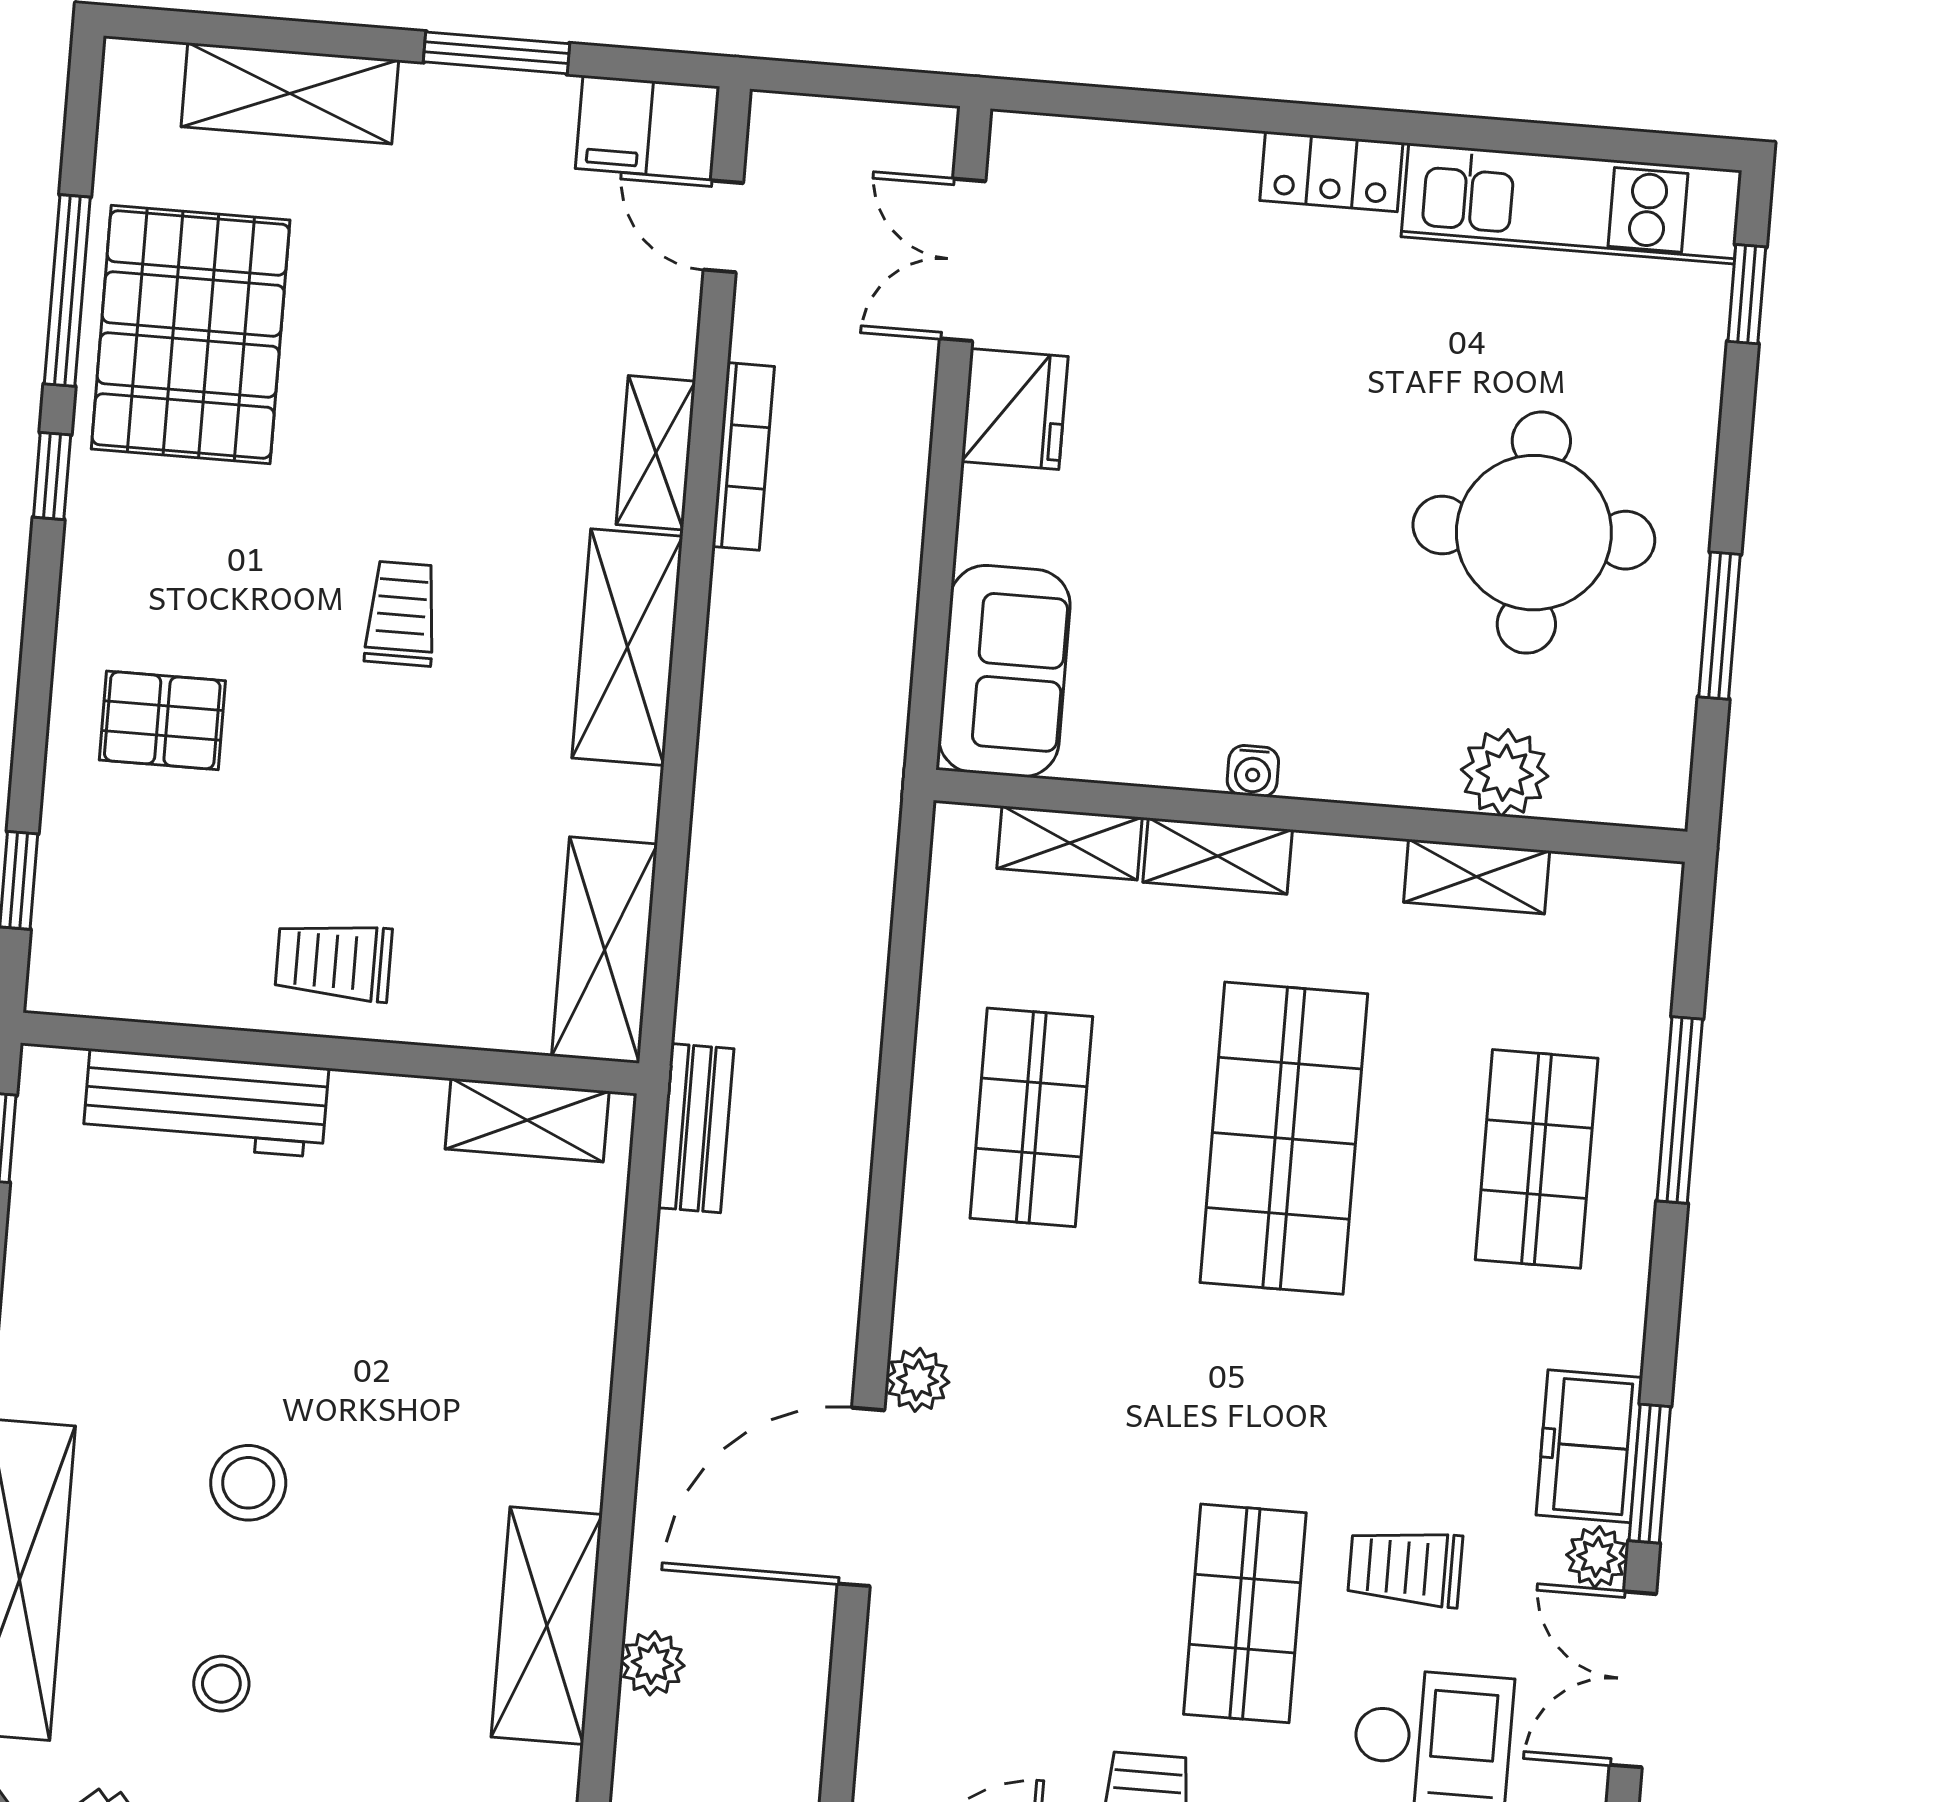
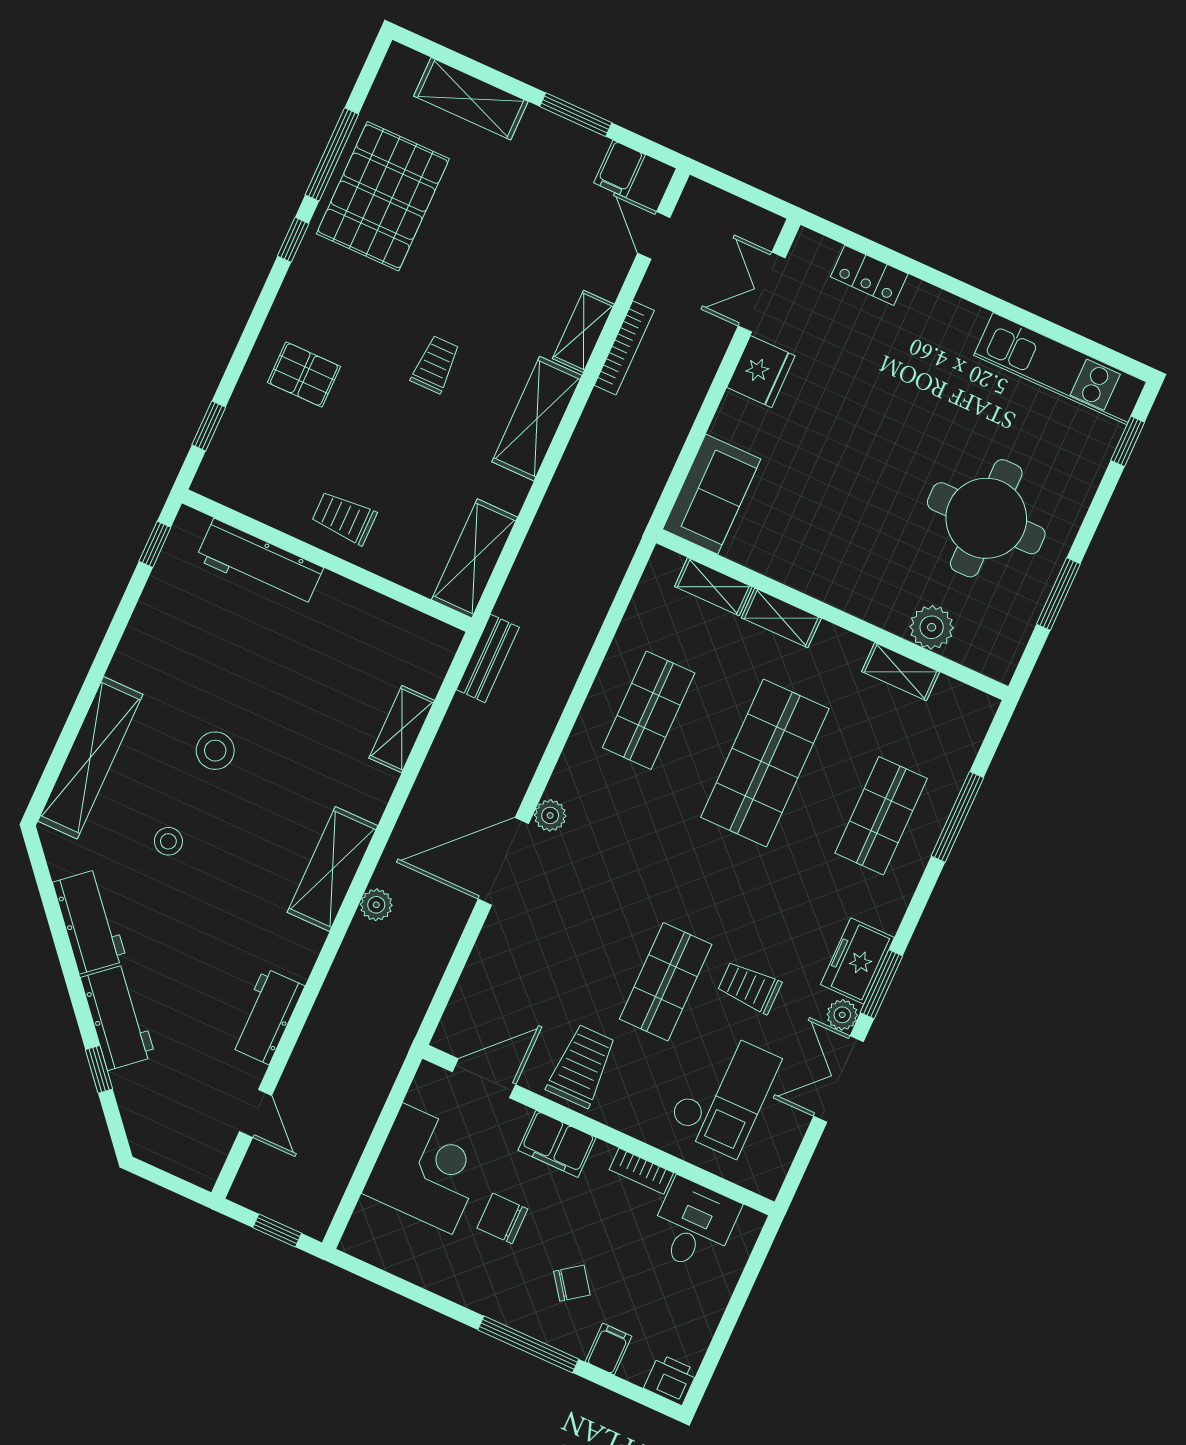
locker: (1331, 172) -> (869, 275), moved
water cooler: (1253, 771) -> (813, 584), removed
shelving: (527, 1120) -> (402, 729), moved, turned 90

